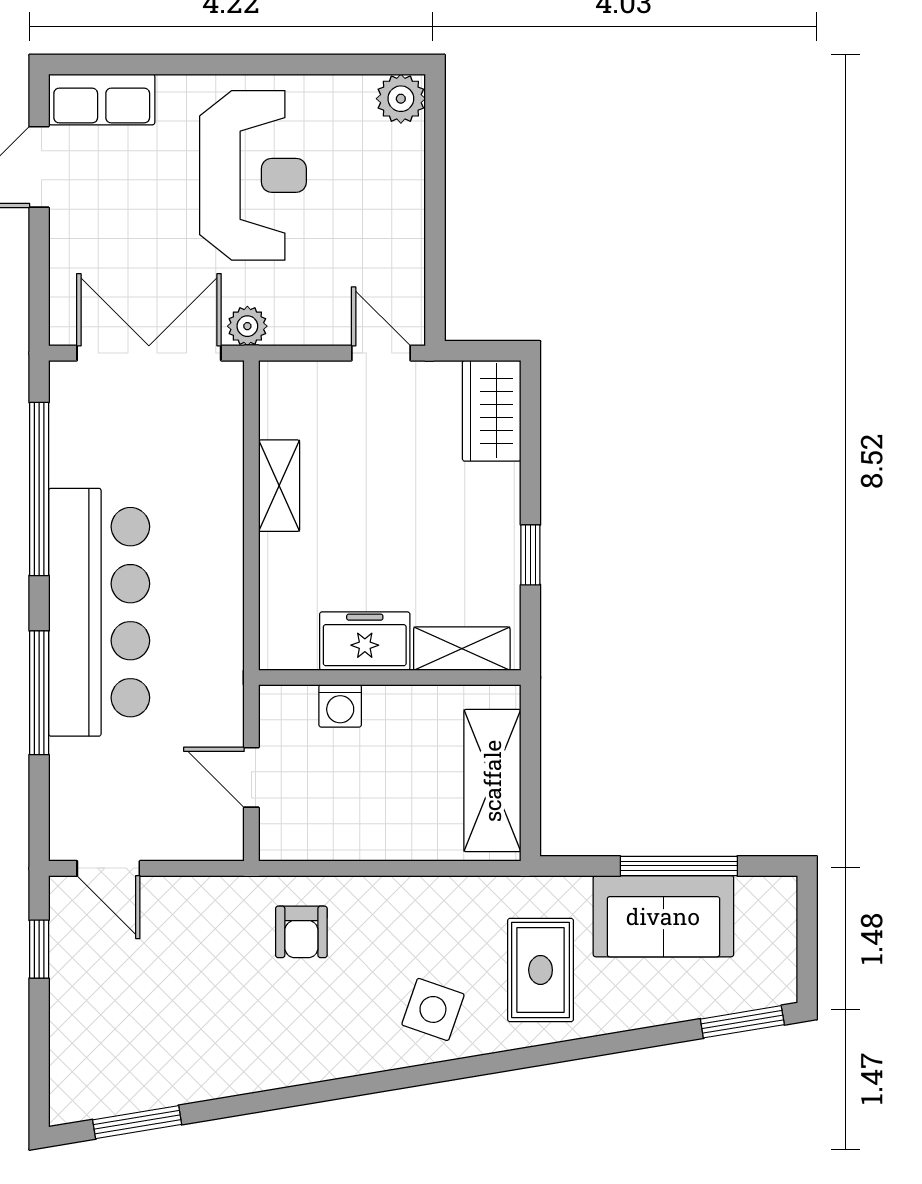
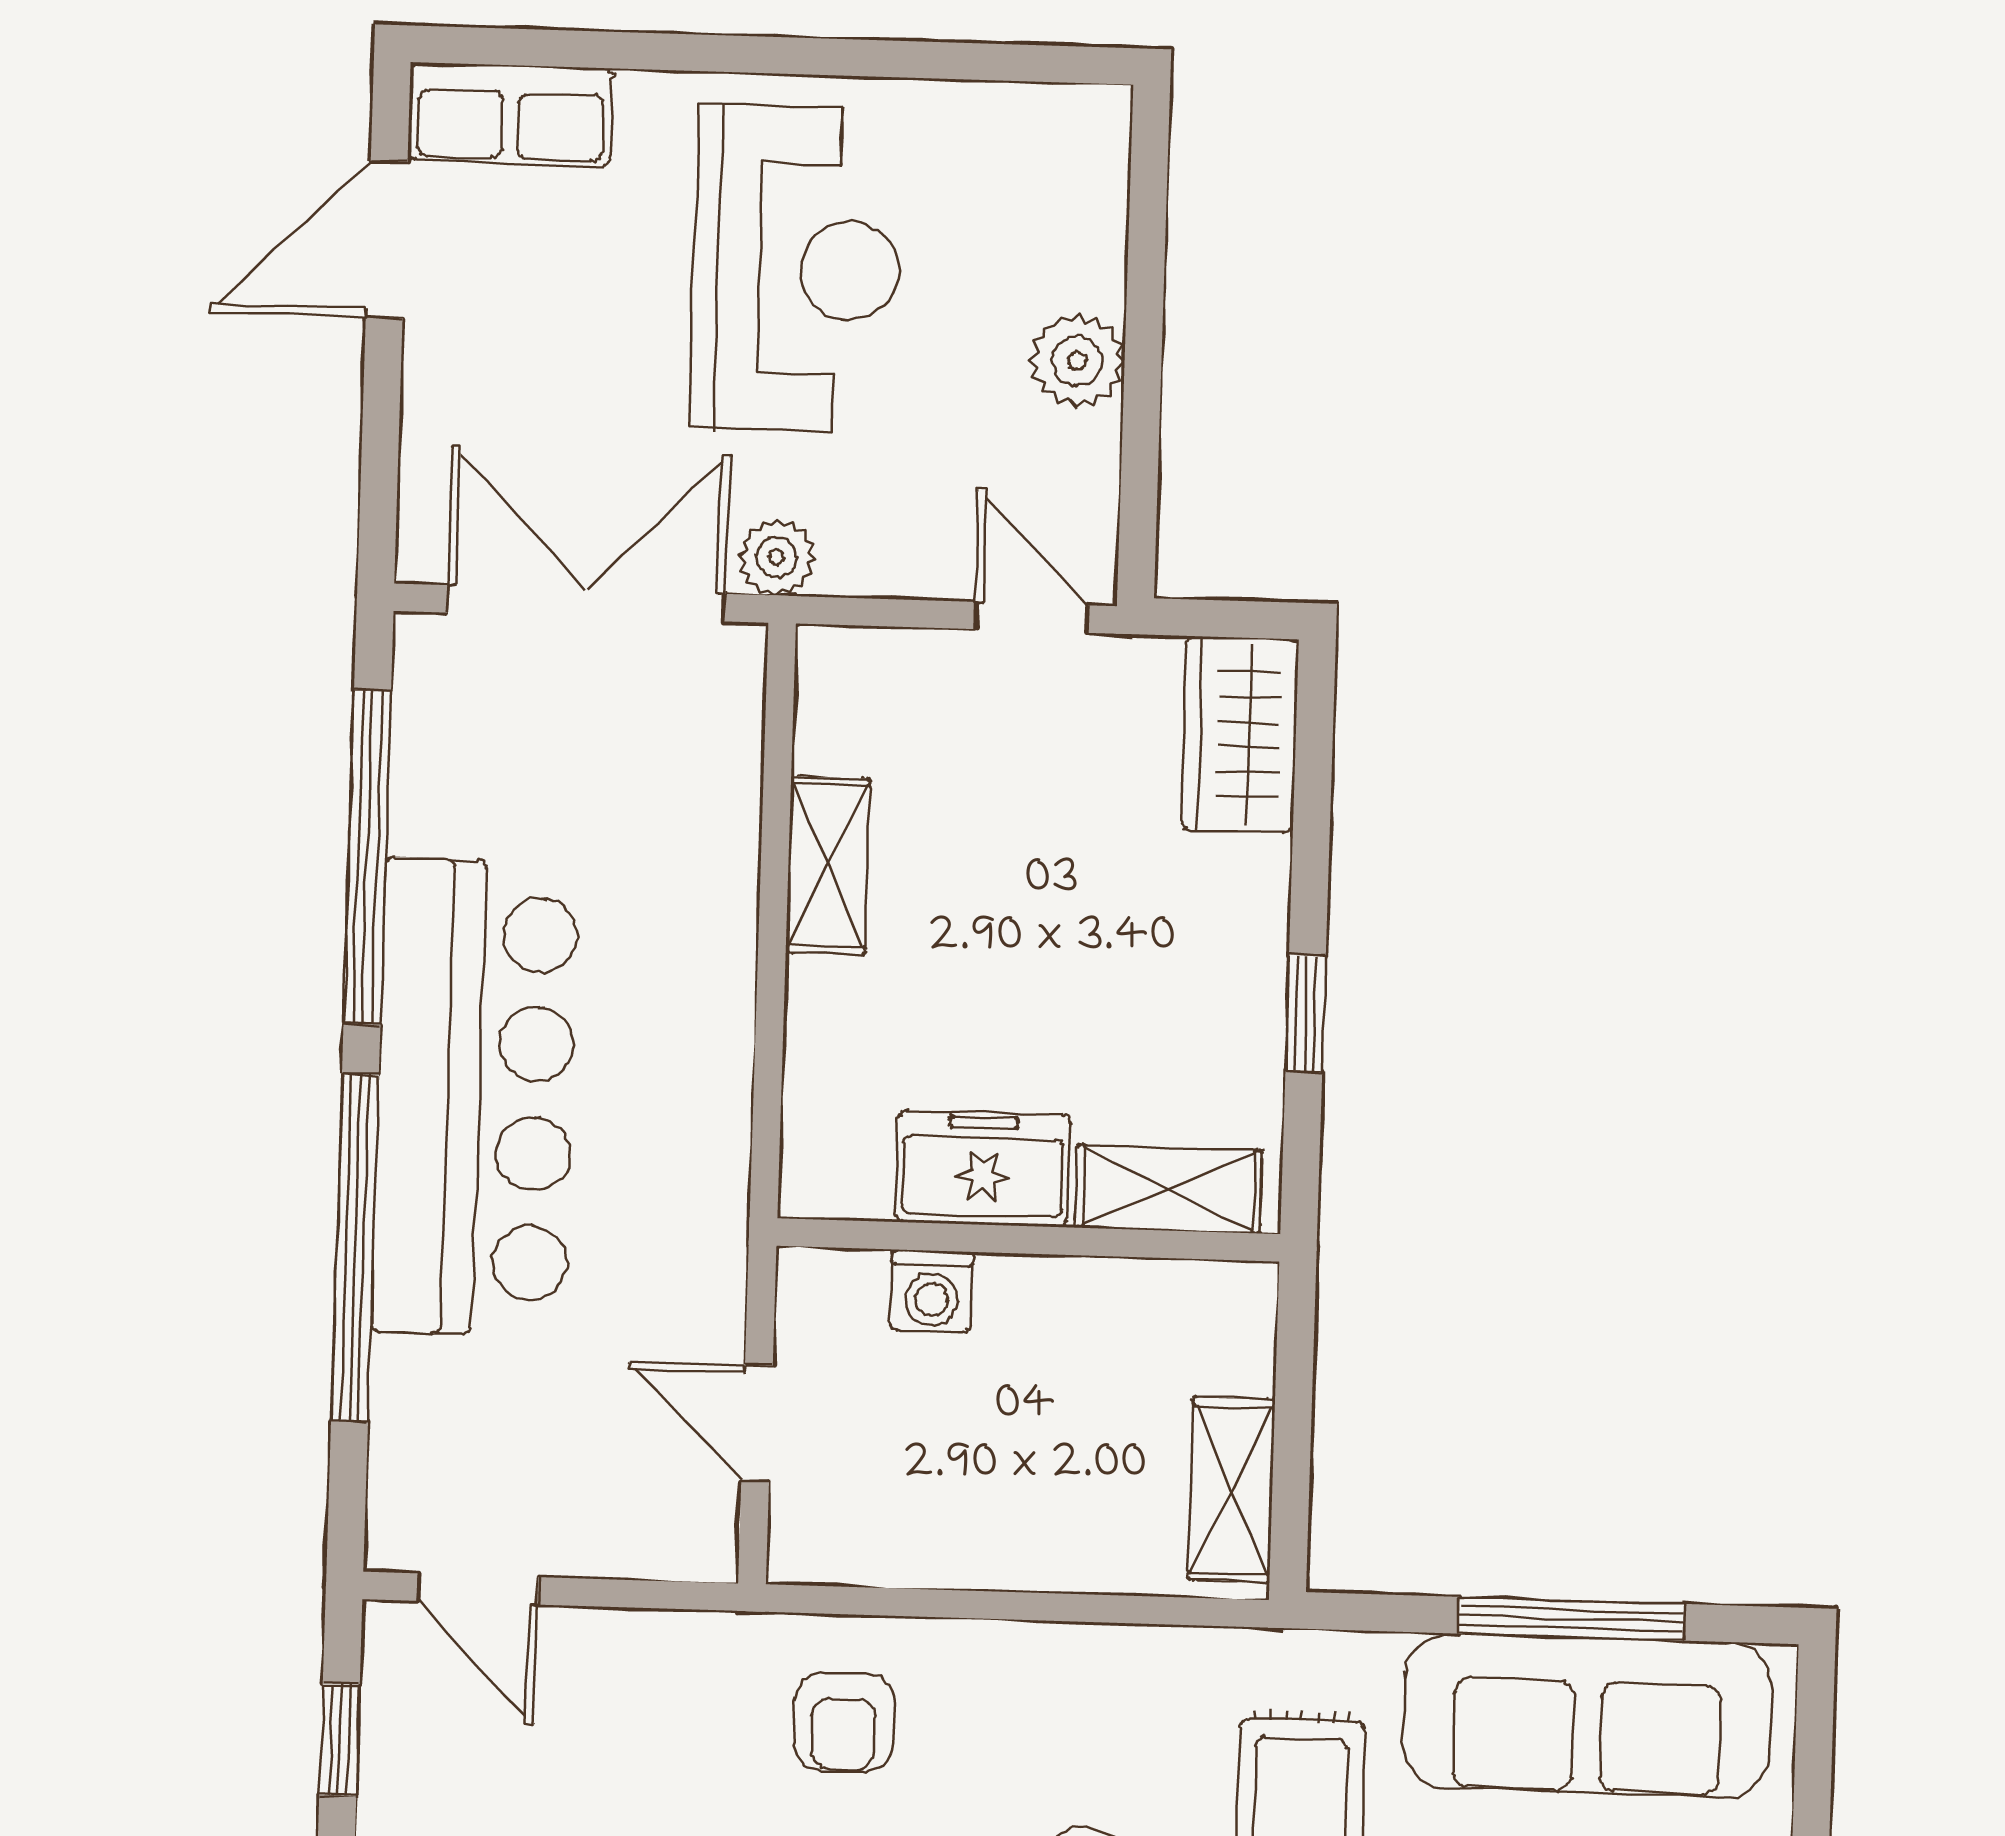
plant: (401, 99) -> (1077, 361), moved
window: (39, 693) -> (355, 1248), width x1.46
shelving: (492, 781) -> (1231, 1490), width x0.67, depth x0.75
sofa: (663, 916) -> (1587, 1716), width x1.36

